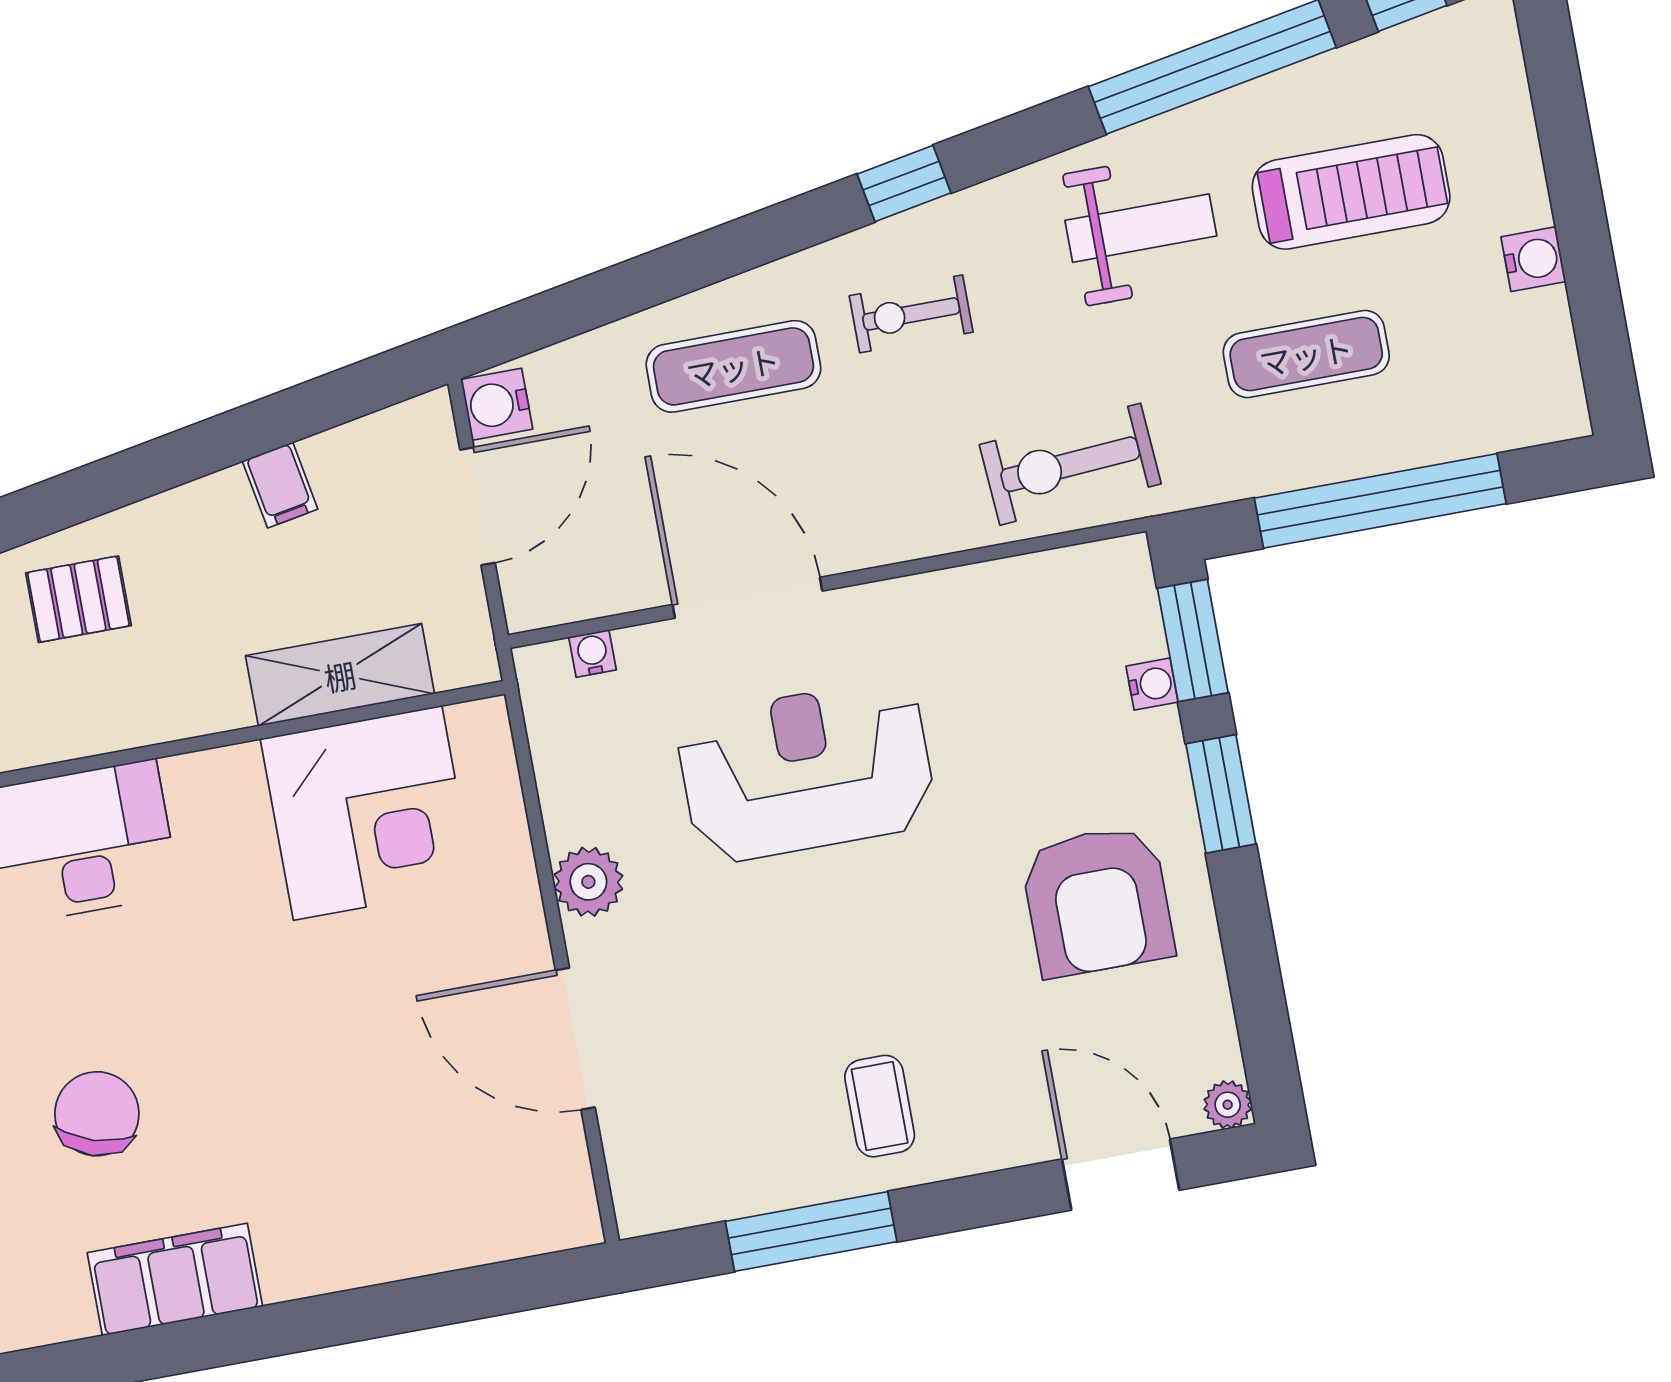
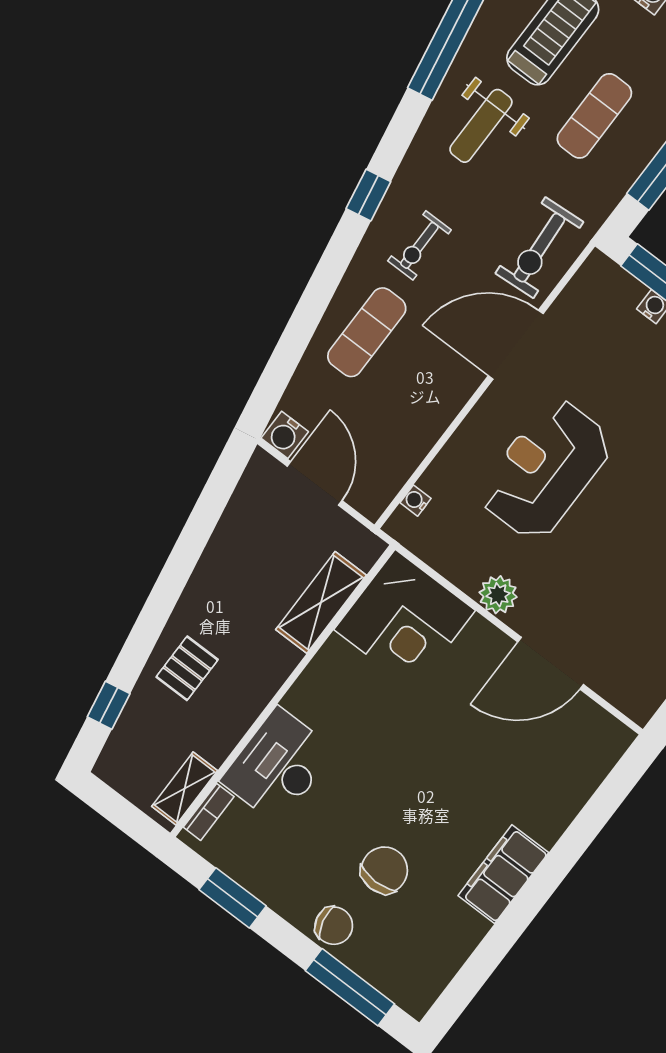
weight bench: (1141, 228) -> (481, 126), turned 180
filing cabinet: (280, 485) -> (227, 548), removed
door: (747, 598) -> (516, 345), moved
corner desk: (368, 813) -> (405, 620), moved, turned 90
chair: (97, 1114) -> (384, 870), turned 73
filing cabinet: (175, 1279) -> (503, 874), moved

